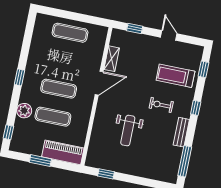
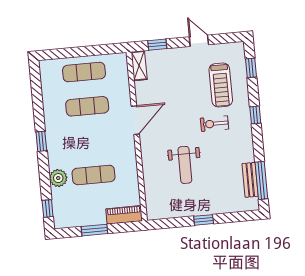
shelving: (112, 59) -> (139, 66), moved
treadmill: (175, 76) -> (221, 85), turned -90
exercise mat: (59, 89) -> (87, 106), moved
bench: (181, 132) -> (250, 180), moved
piano: (63, 152) -> (124, 215), width x0.73, depth x0.75
window: (106, 174) -> (204, 220), moved

